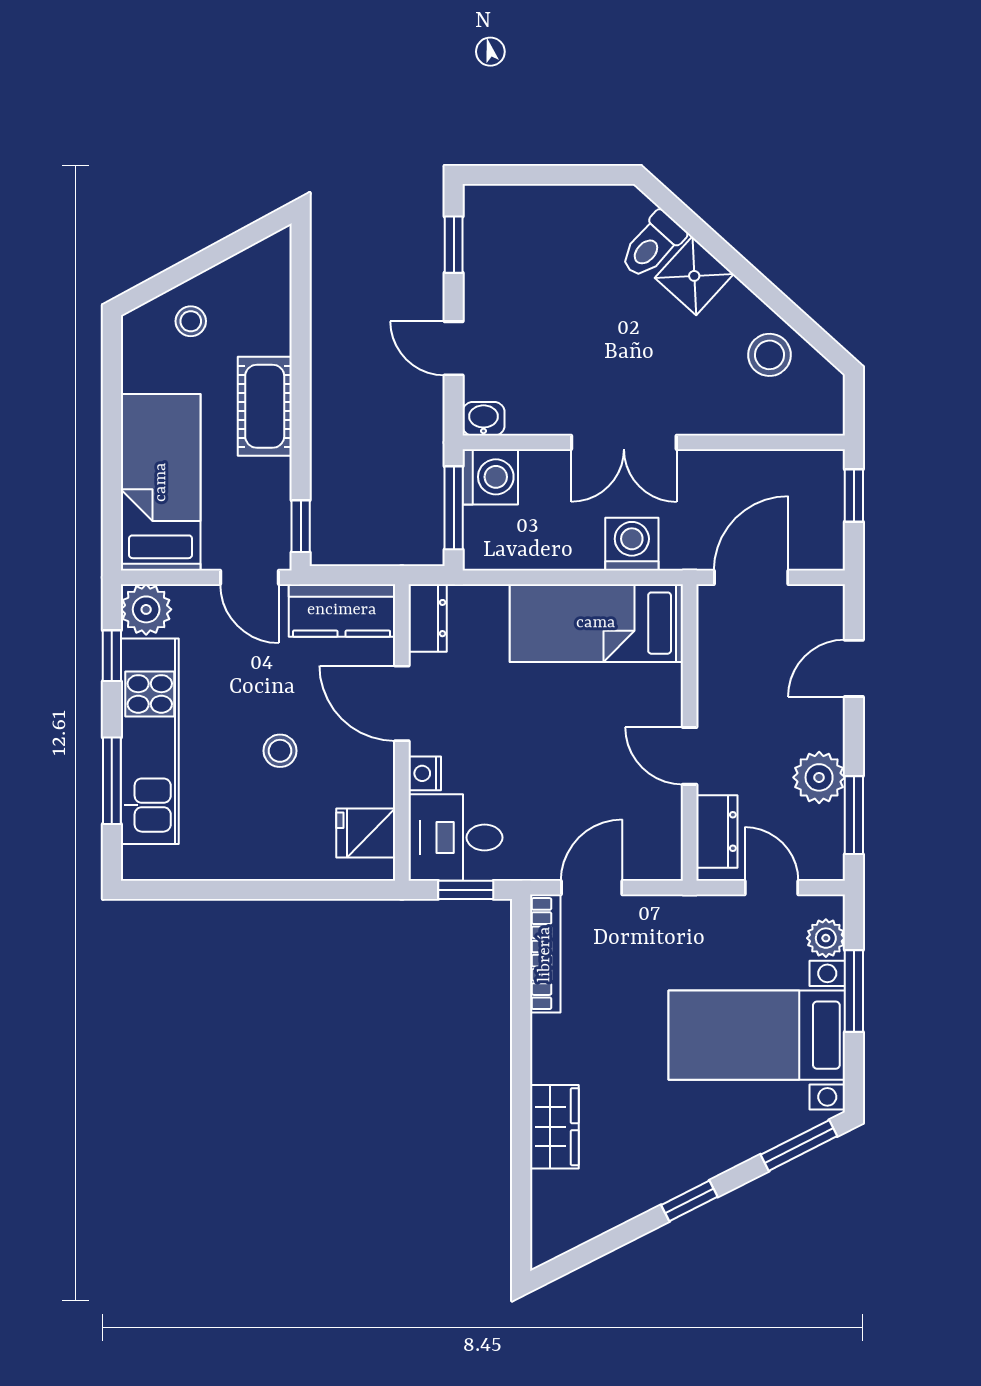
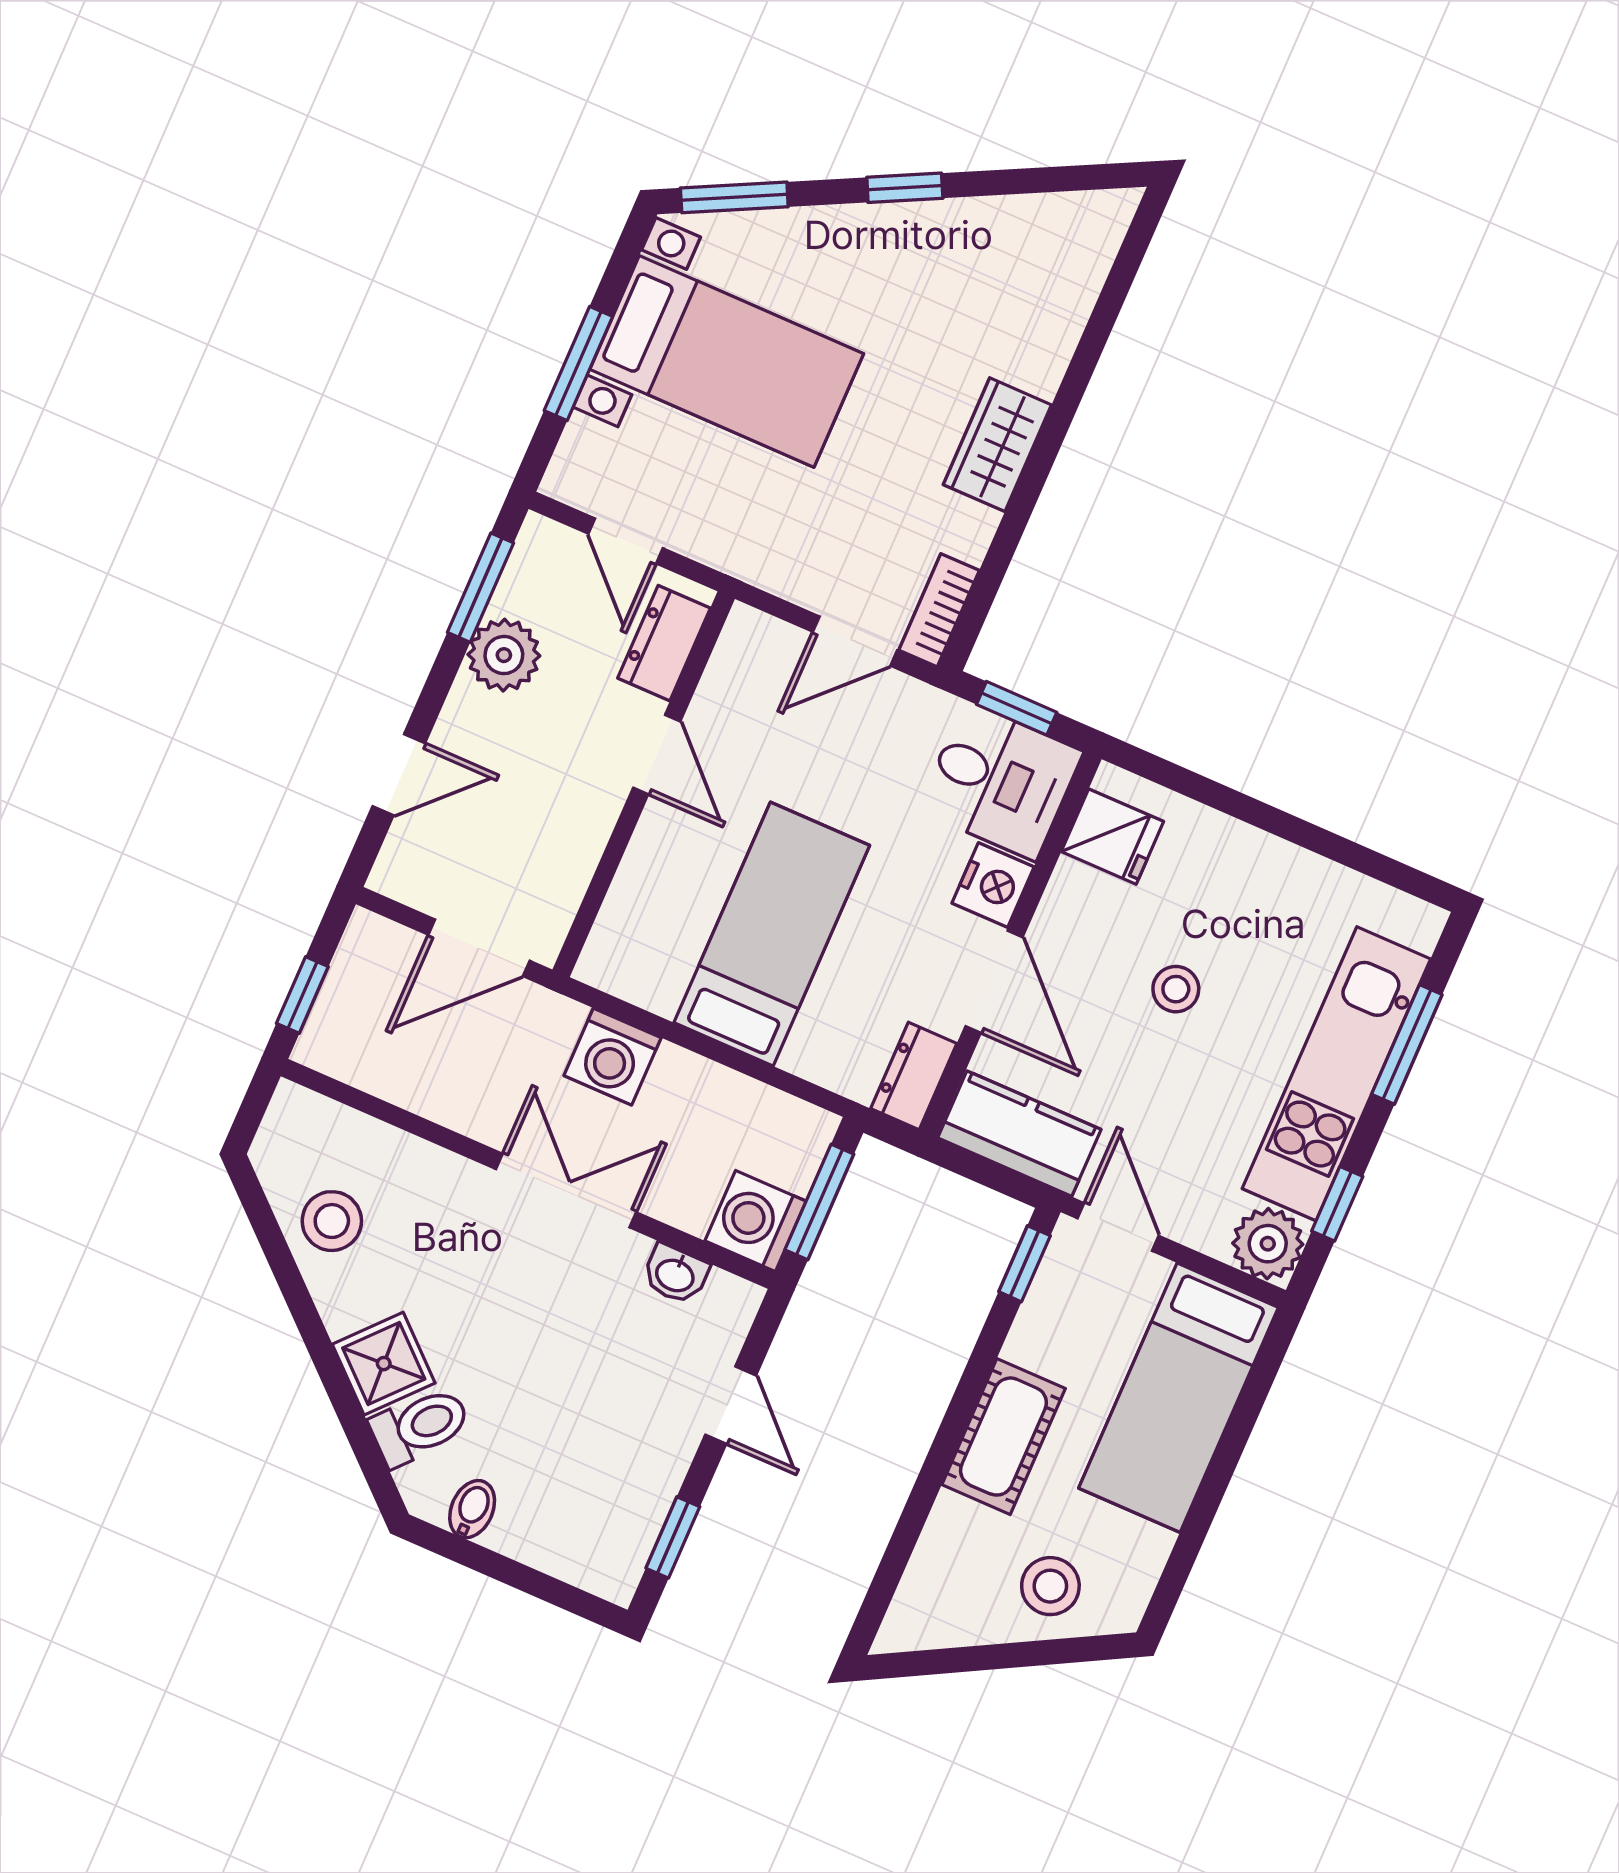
bidet: (594, 205) -> (472, 1509), added
stool: (191, 321) -> (1050, 1586), width x1.37, depth x1.37
washbasin: (484, 419) -> (675, 1274), moved
bed: (596, 623) -> (772, 934), moved, turned -90
nightstand: (425, 773) -> (993, 885), width x1.39, depth x1.35
plant: (826, 938) -> (585, 447), removed
bookcase: (545, 954) -> (939, 610), width x0.64
wardrobe: (554, 1127) -> (997, 445), moved

